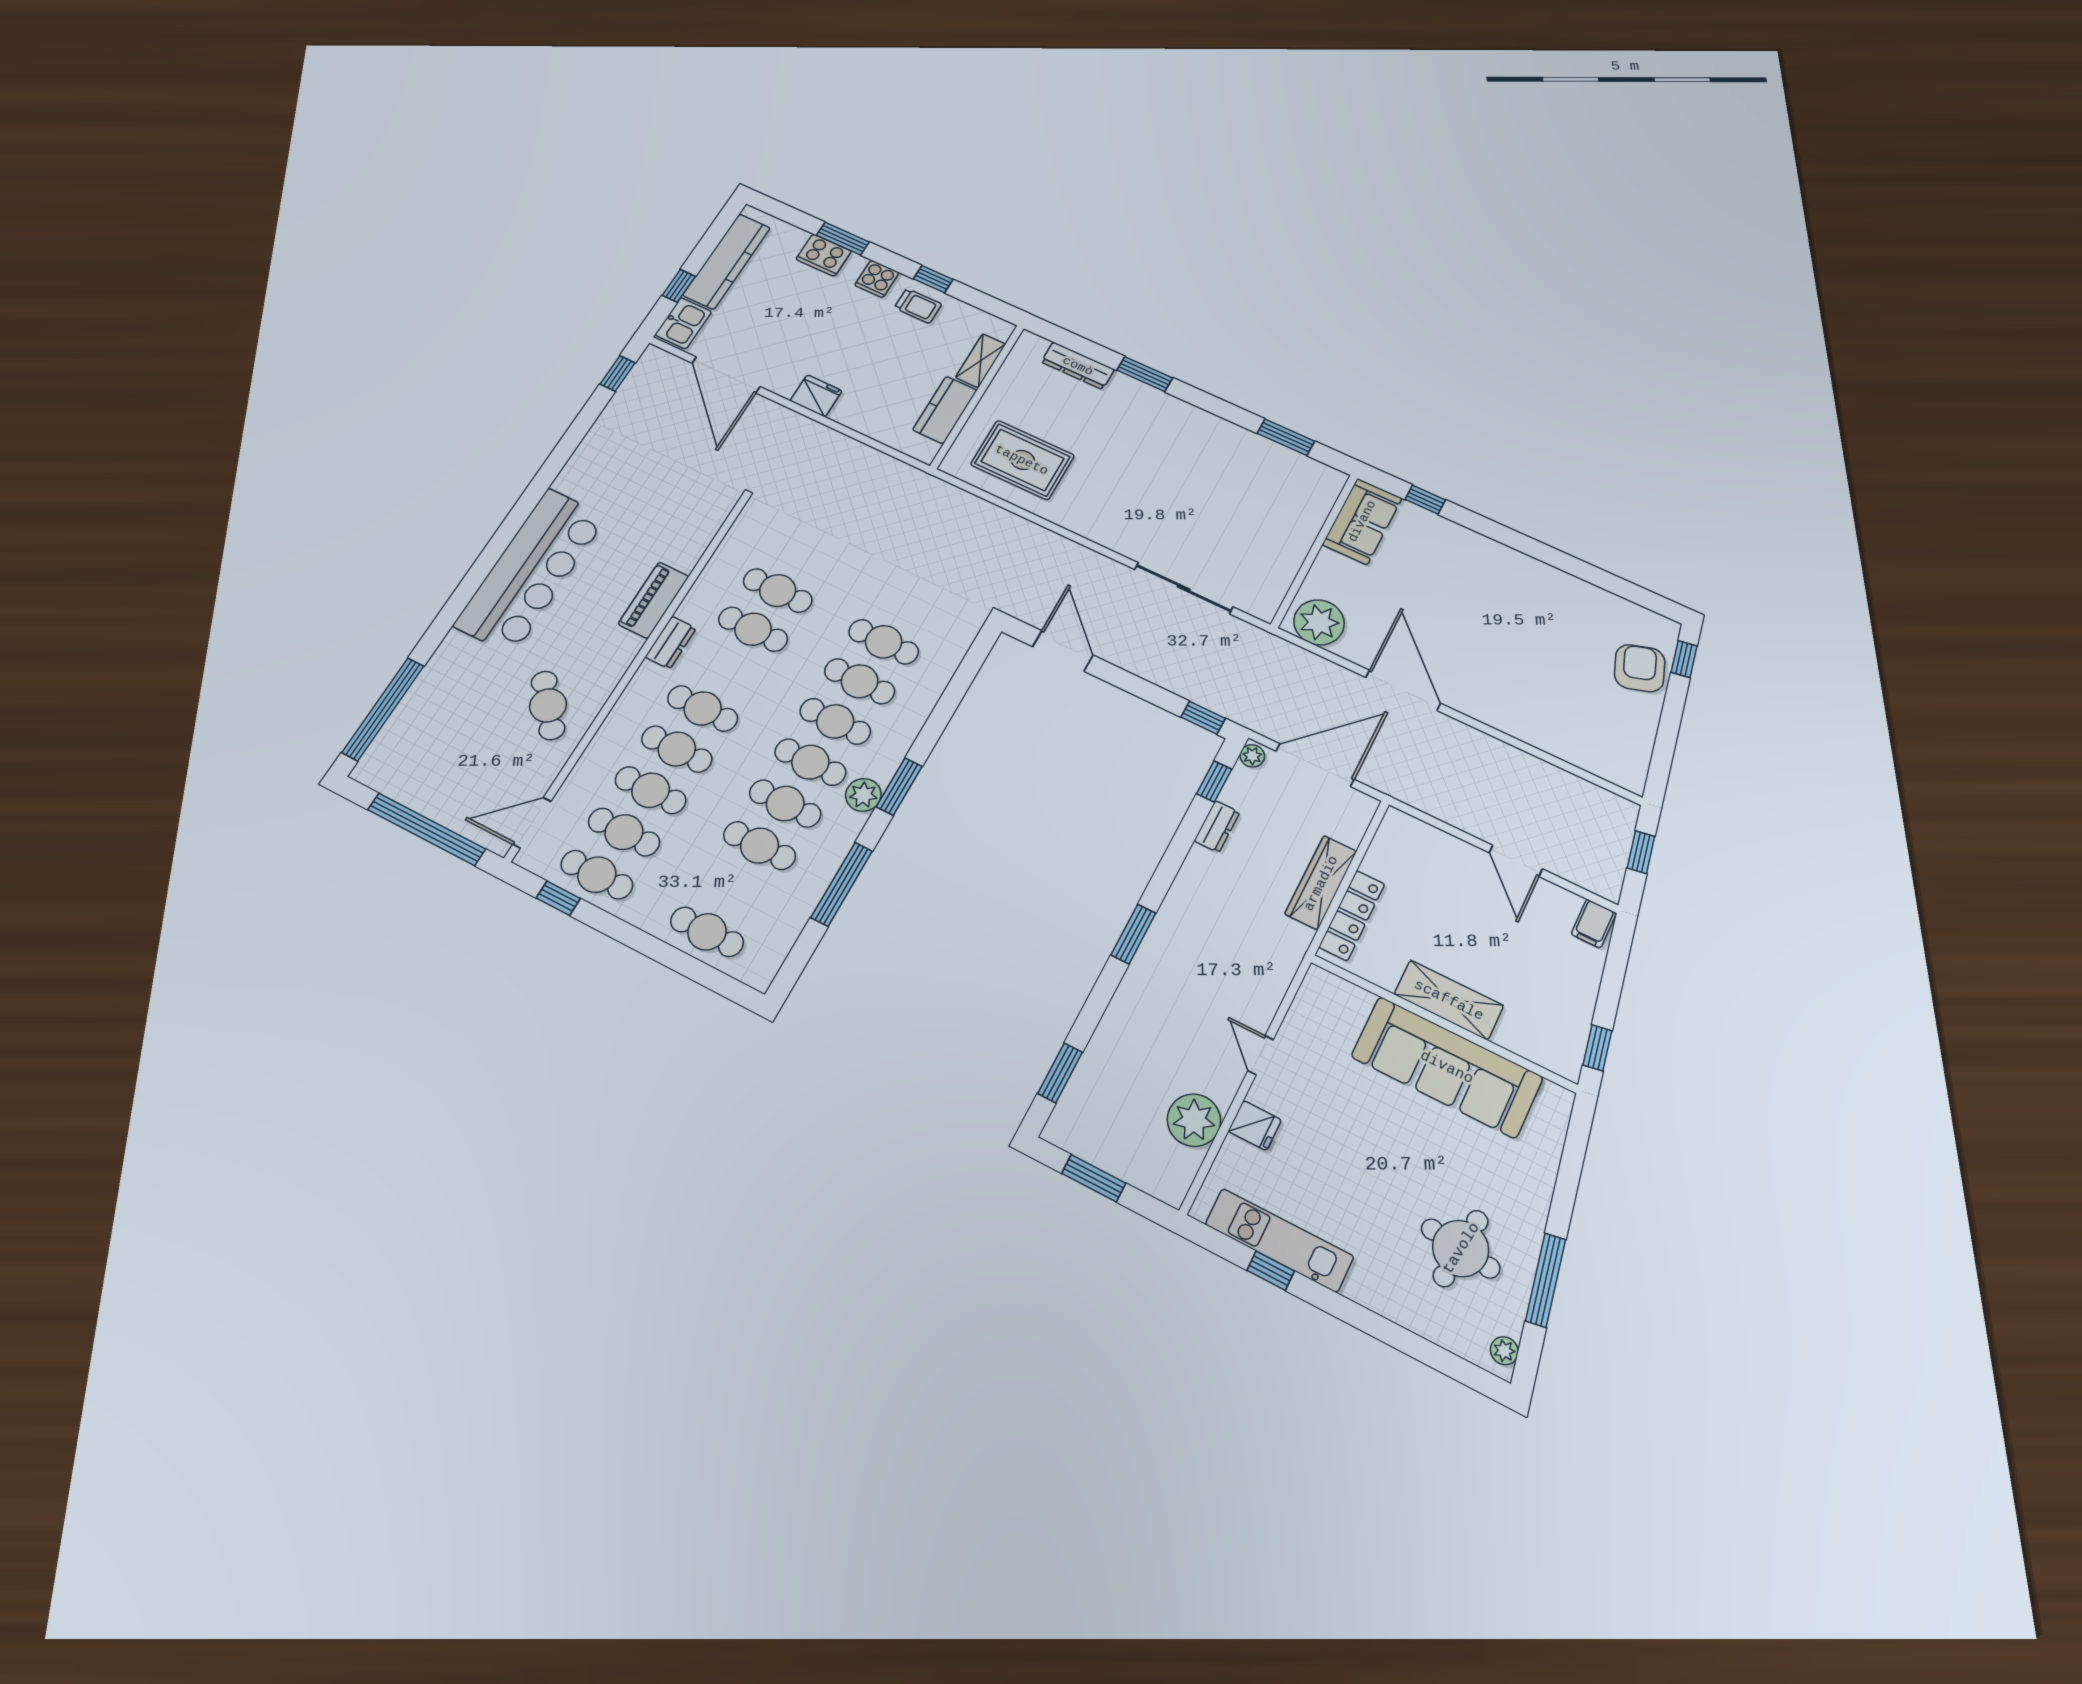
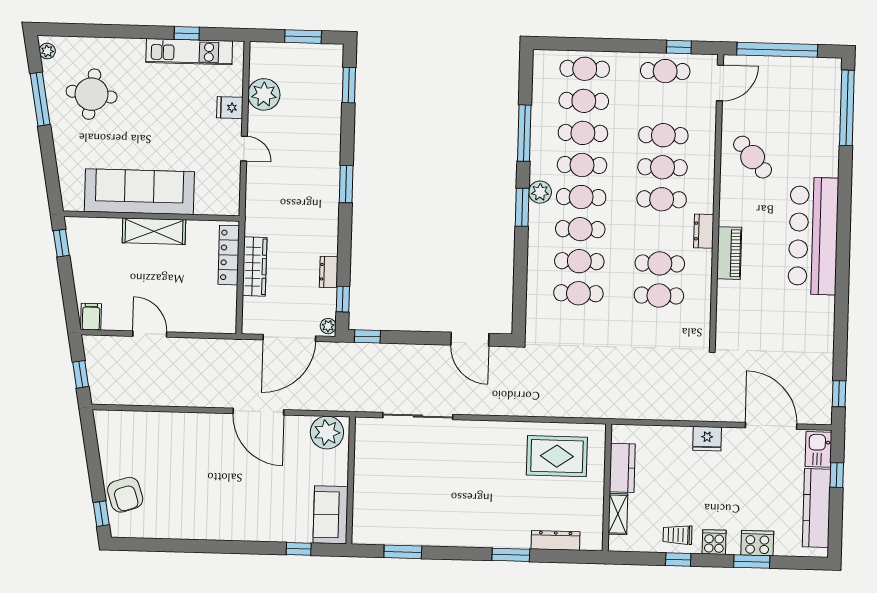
cafe table: (624, 832) -> (584, 101), moved

